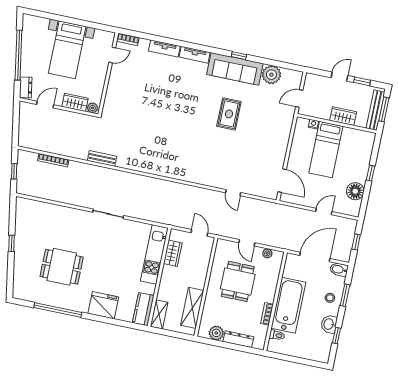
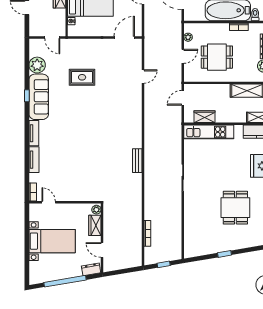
rug: (229, 114) -> (82, 77), moved
bench: (102, 158) -> (137, 161), moved

